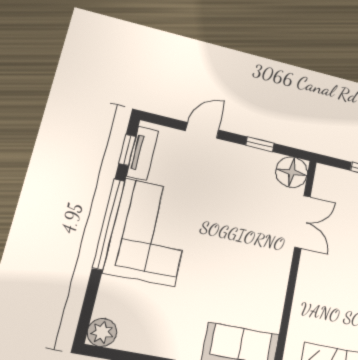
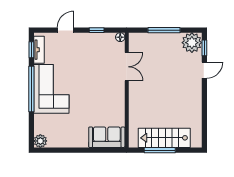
floor lamp: (292, 172) -> (120, 37), width x0.53, depth x0.53

